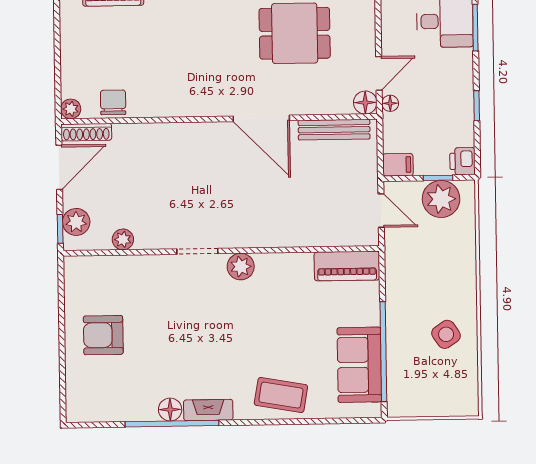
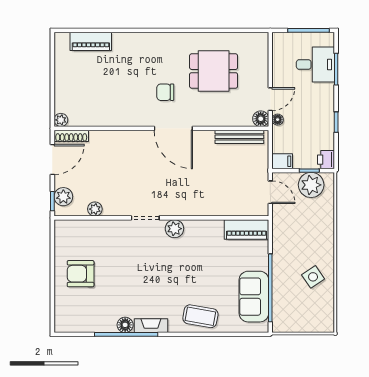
chair: (113, 102) -> (165, 92), moved, turned -90
door: (261, 118) -> (173, 128), moved

